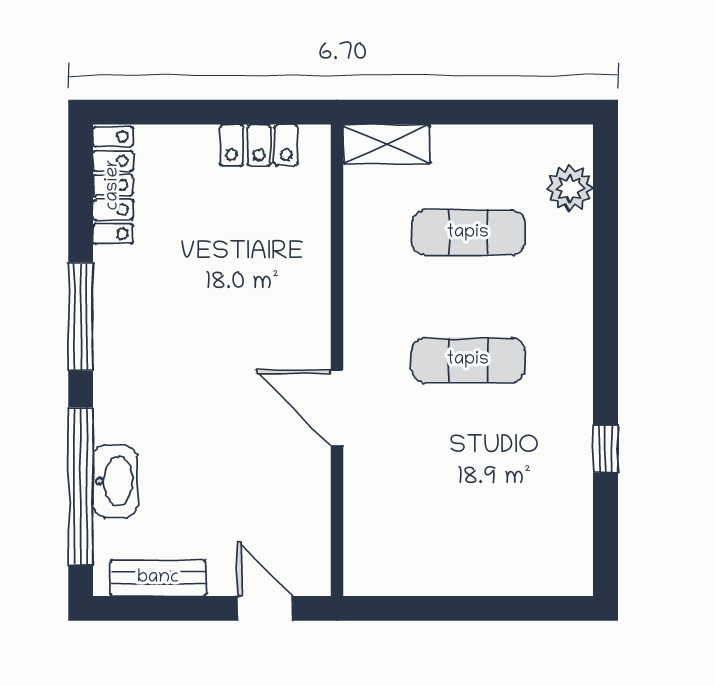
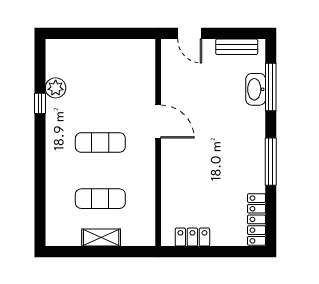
shelving: (387, 144) -> (101, 238), moved
plant: (570, 188) -> (56, 88), moved
window: (81, 486) -> (271, 87), width x0.68

